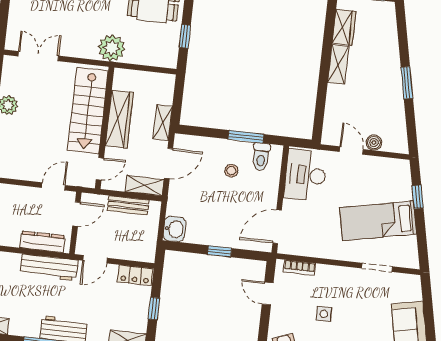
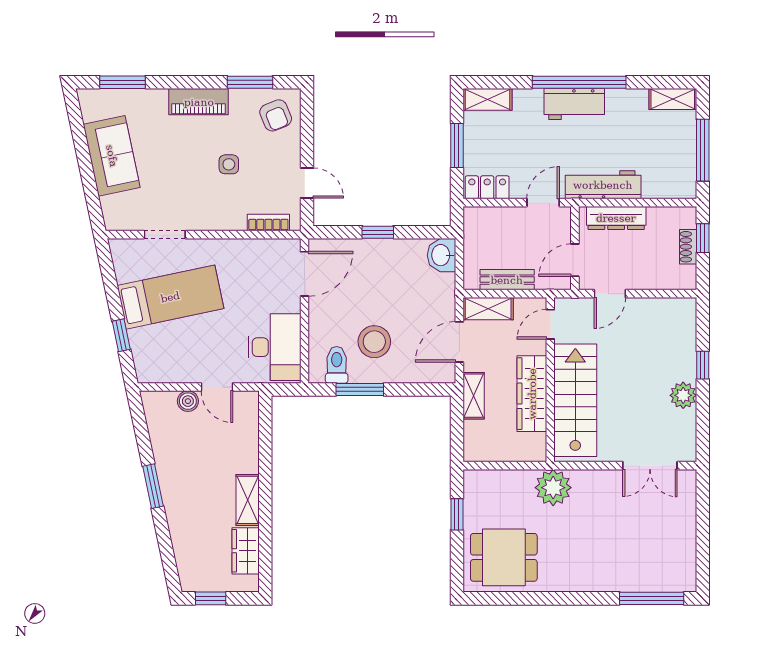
stool: (231, 171) -> (374, 342), width x1.89, depth x1.89
window: (154, 309) -> (457, 146), width x1.50

